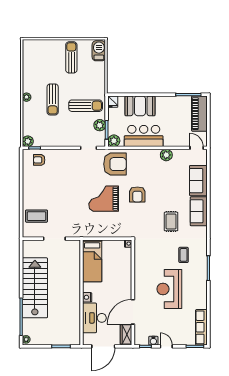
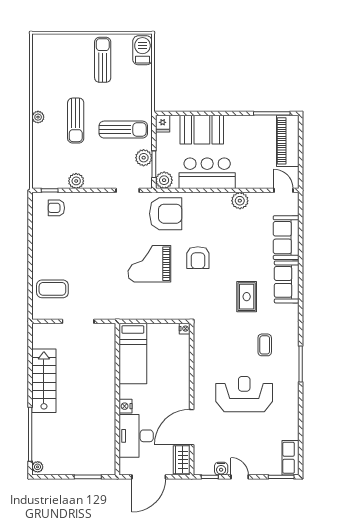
plant: (28, 141) -> (76, 181), moved
stairs: (35, 288) -> (44, 381), width x0.73, depth x0.66
reception desk: (169, 289) -> (244, 394), turned 90
row of seats: (201, 327) -> (291, 458), width x0.68

